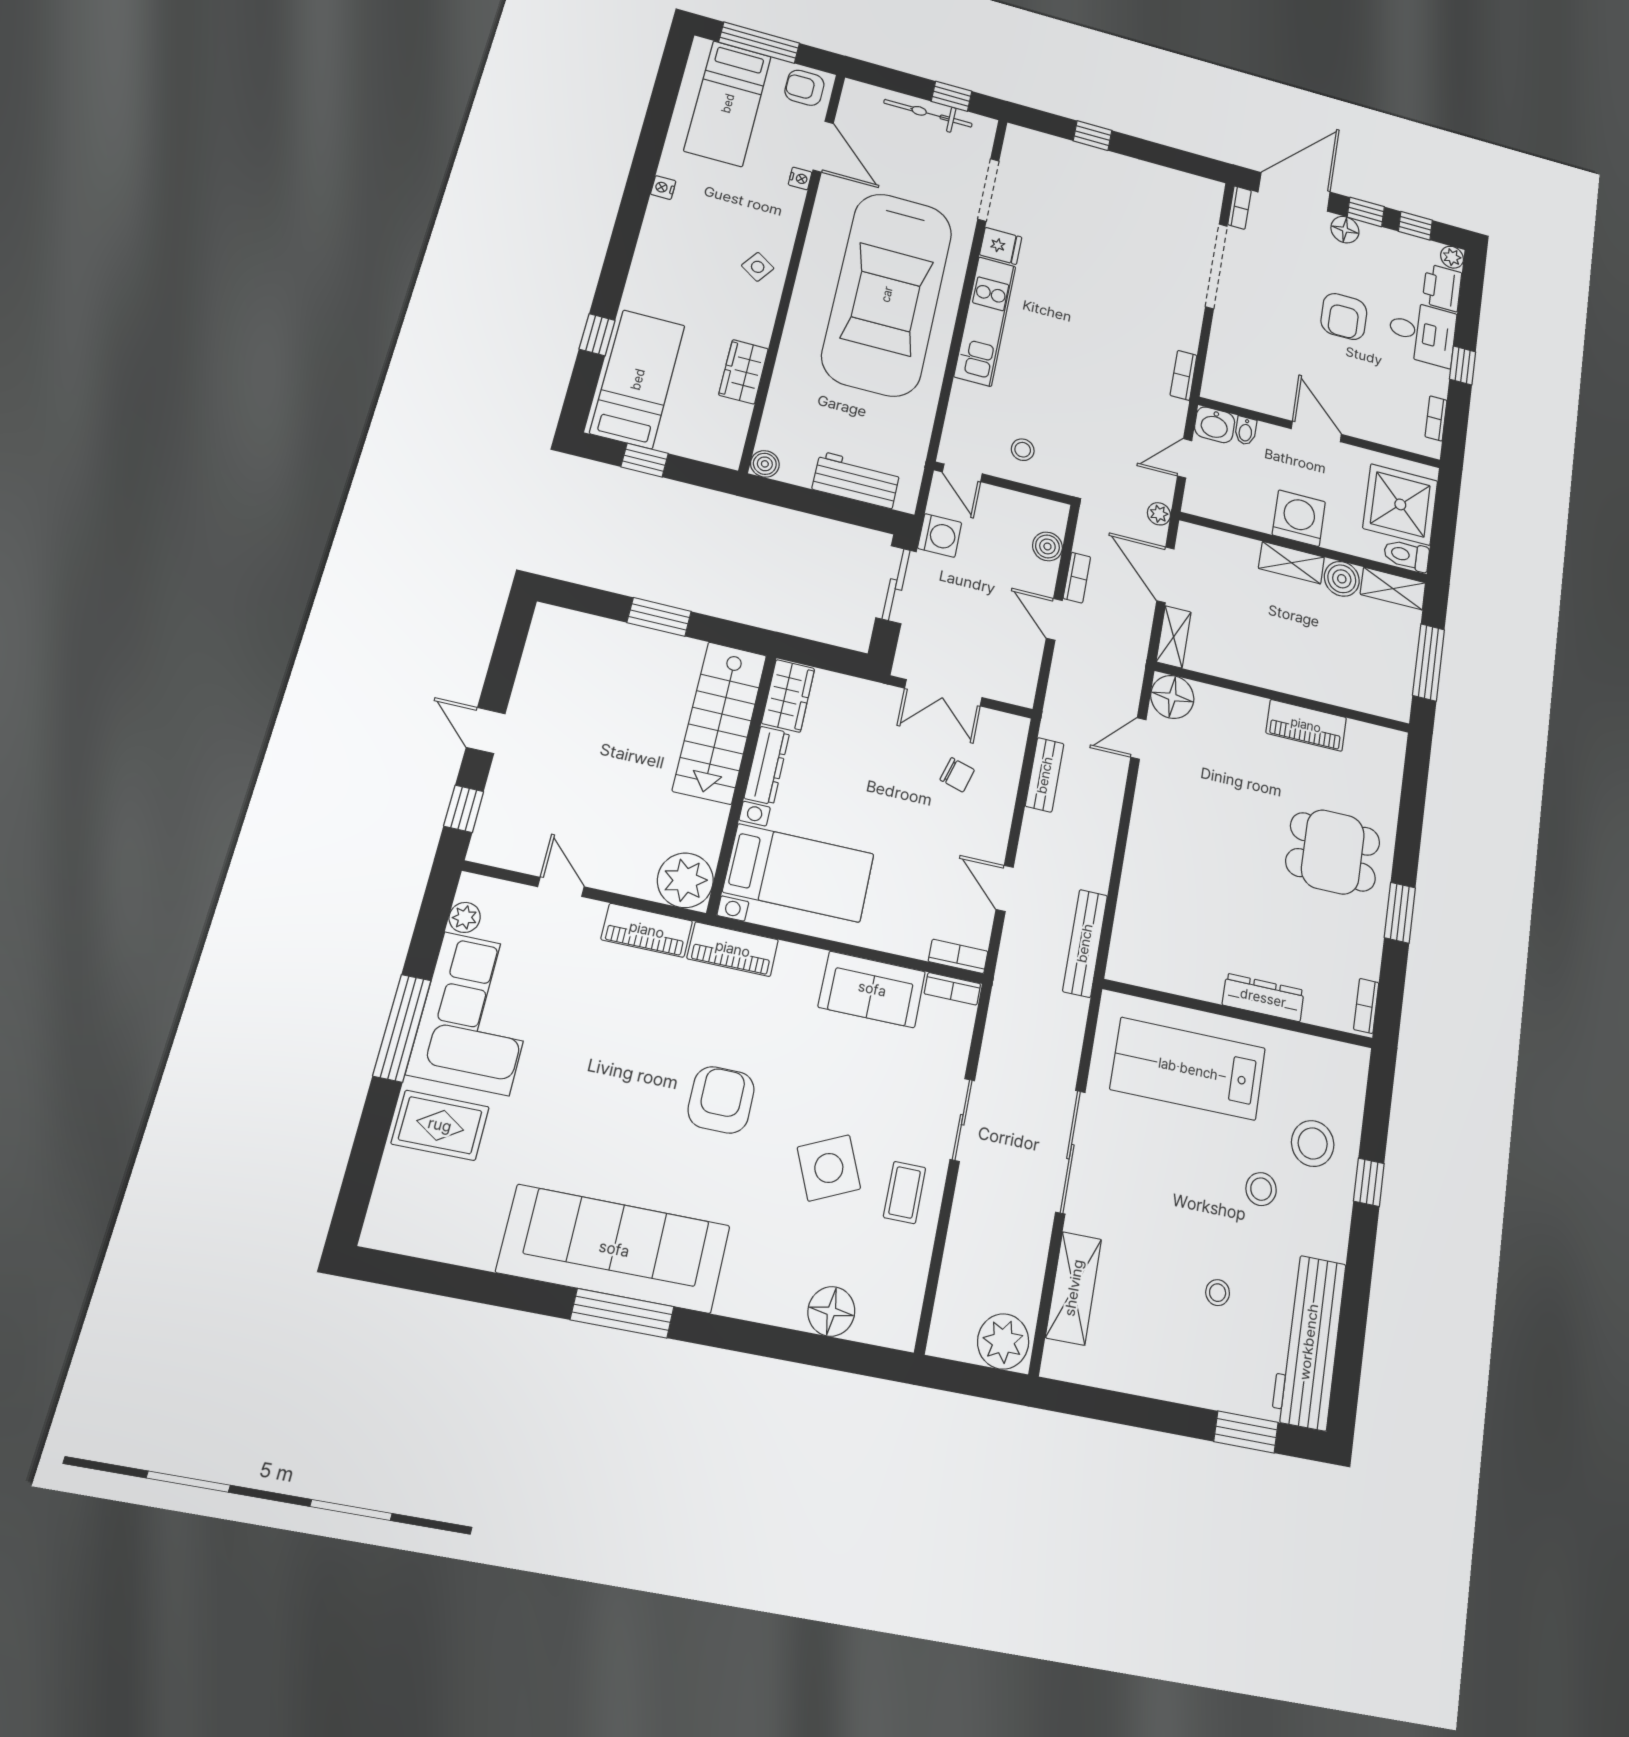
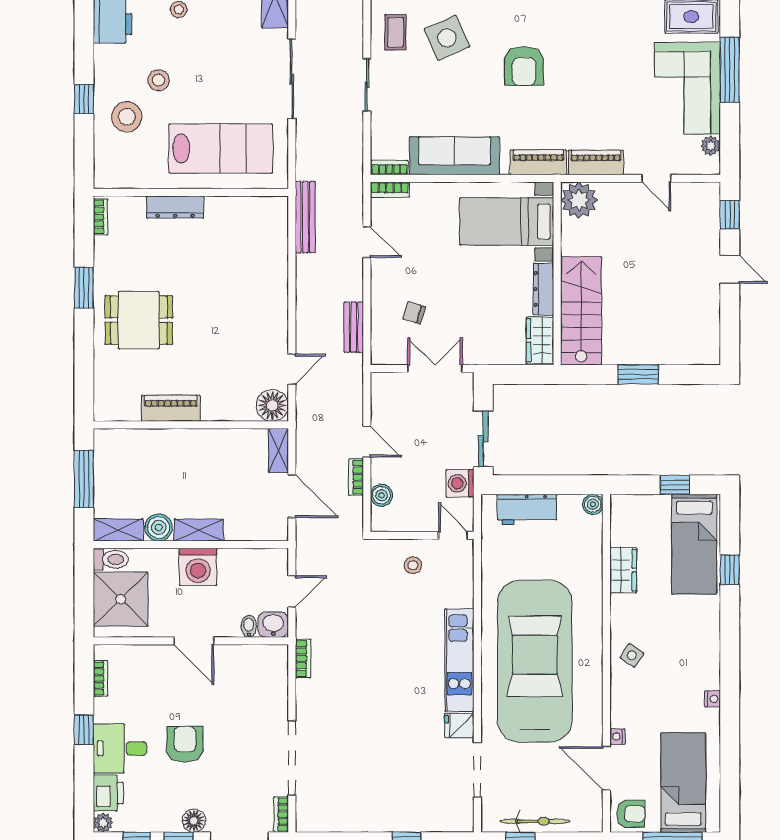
plant: (1159, 514) -> (304, 542), removed
sofa: (872, 989) -> (455, 156), width x1.36

